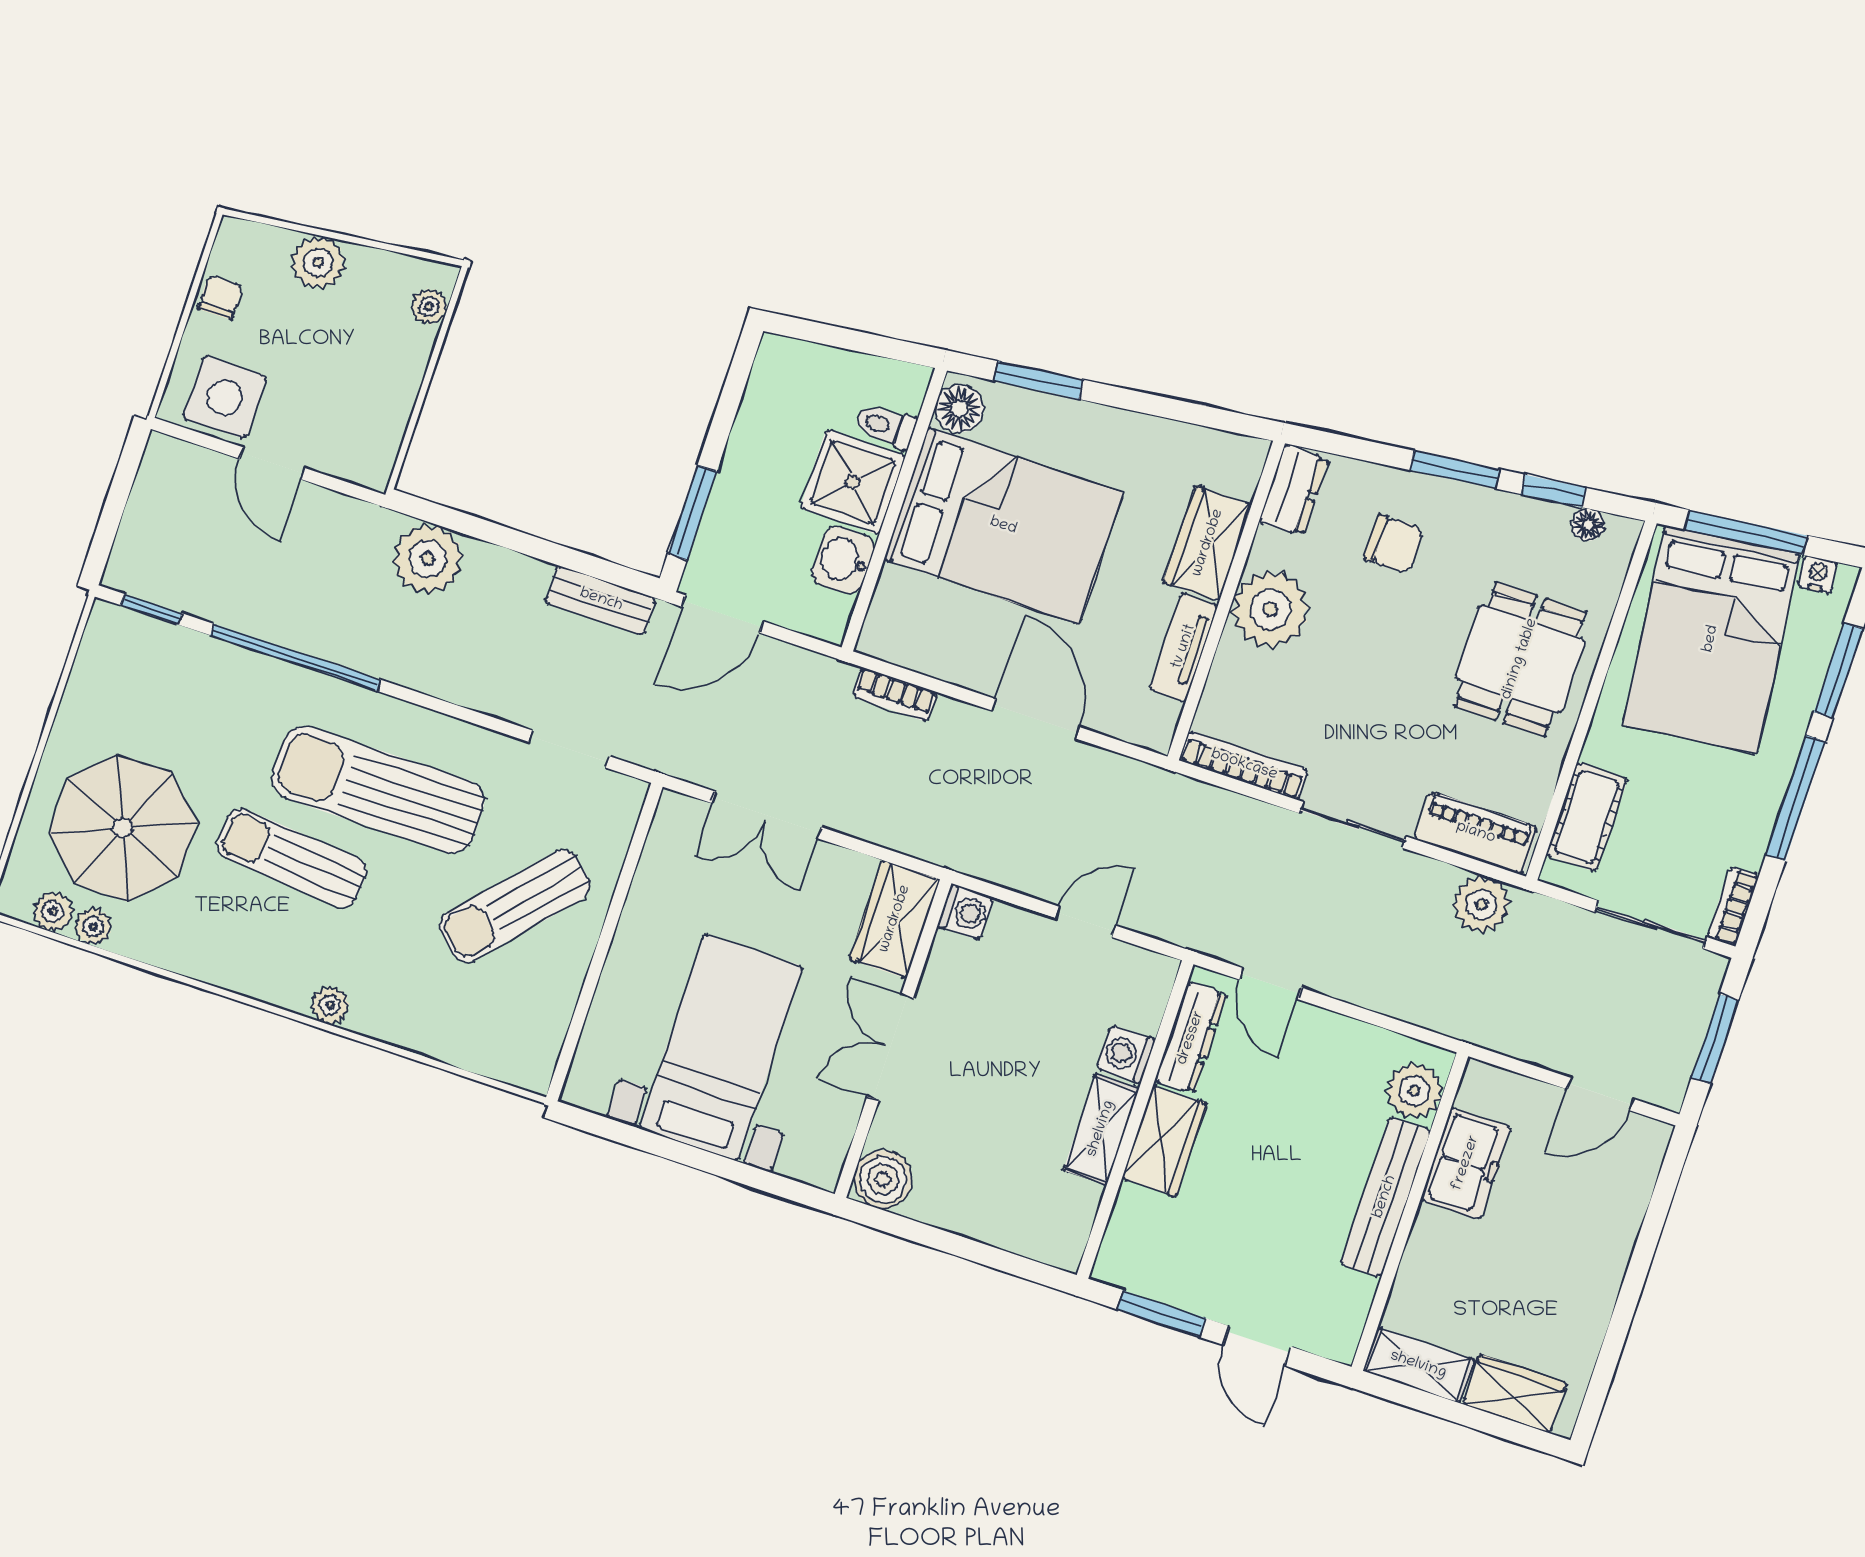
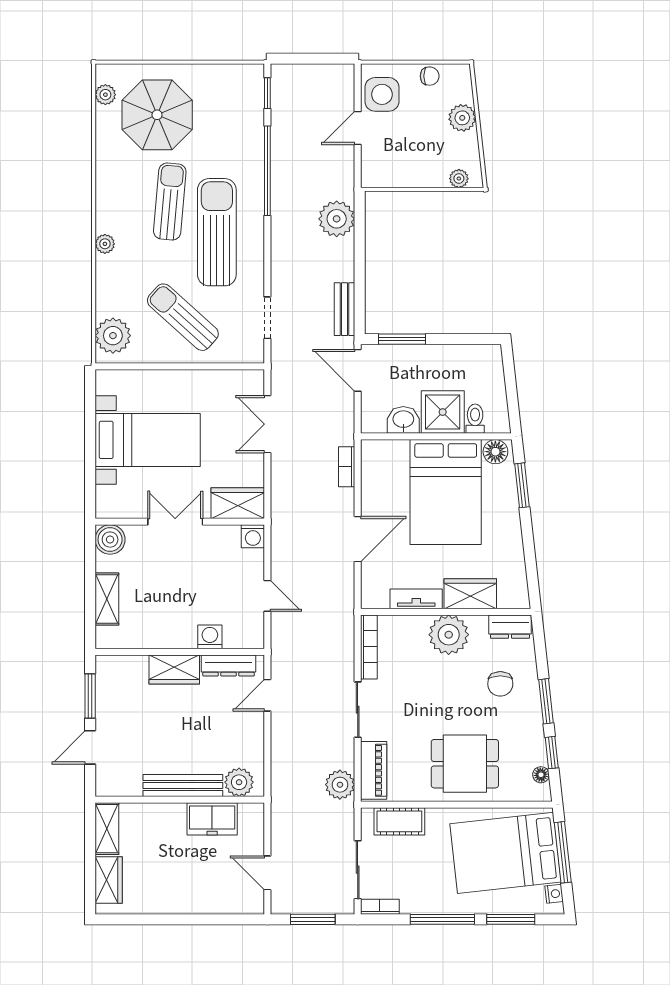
plant: (93, 926) -> (113, 336), moved, width x1.88, depth x1.88
shelving: (1101, 1129) -> (107, 599), moved, turned 90

